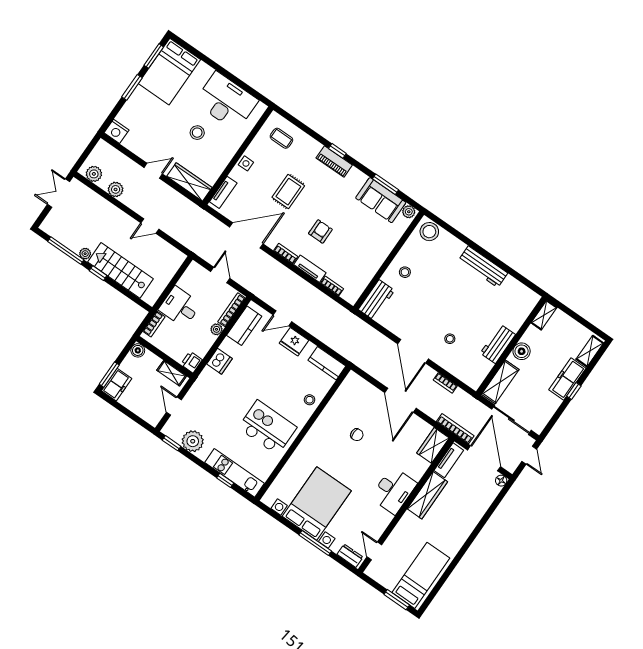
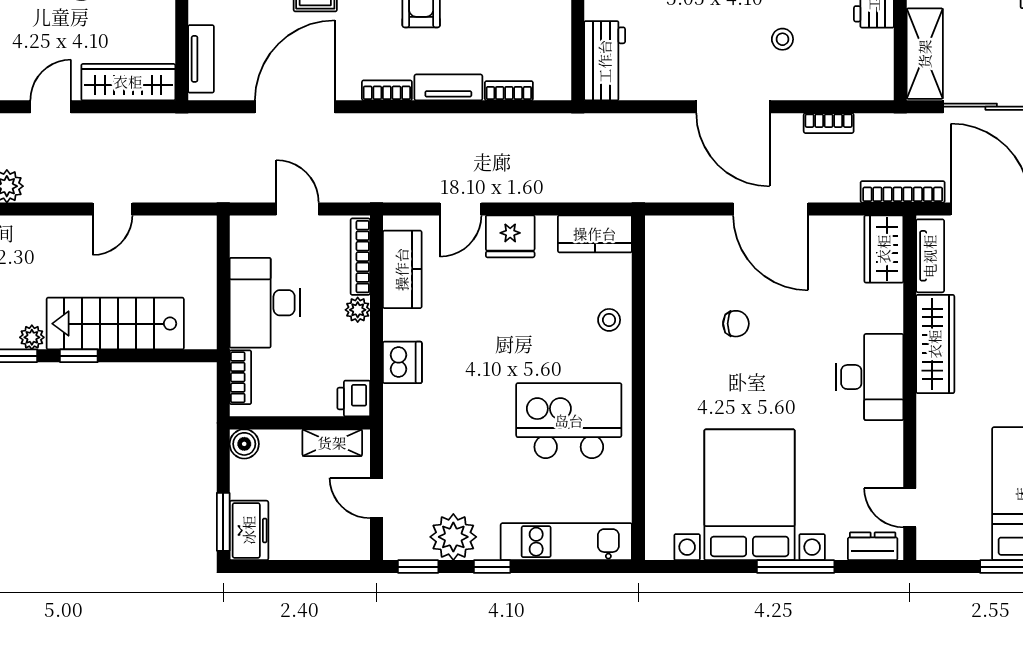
desk: (180, 307) -> (265, 303), width x1.37
window: (225, 480) -> (492, 567), moved

